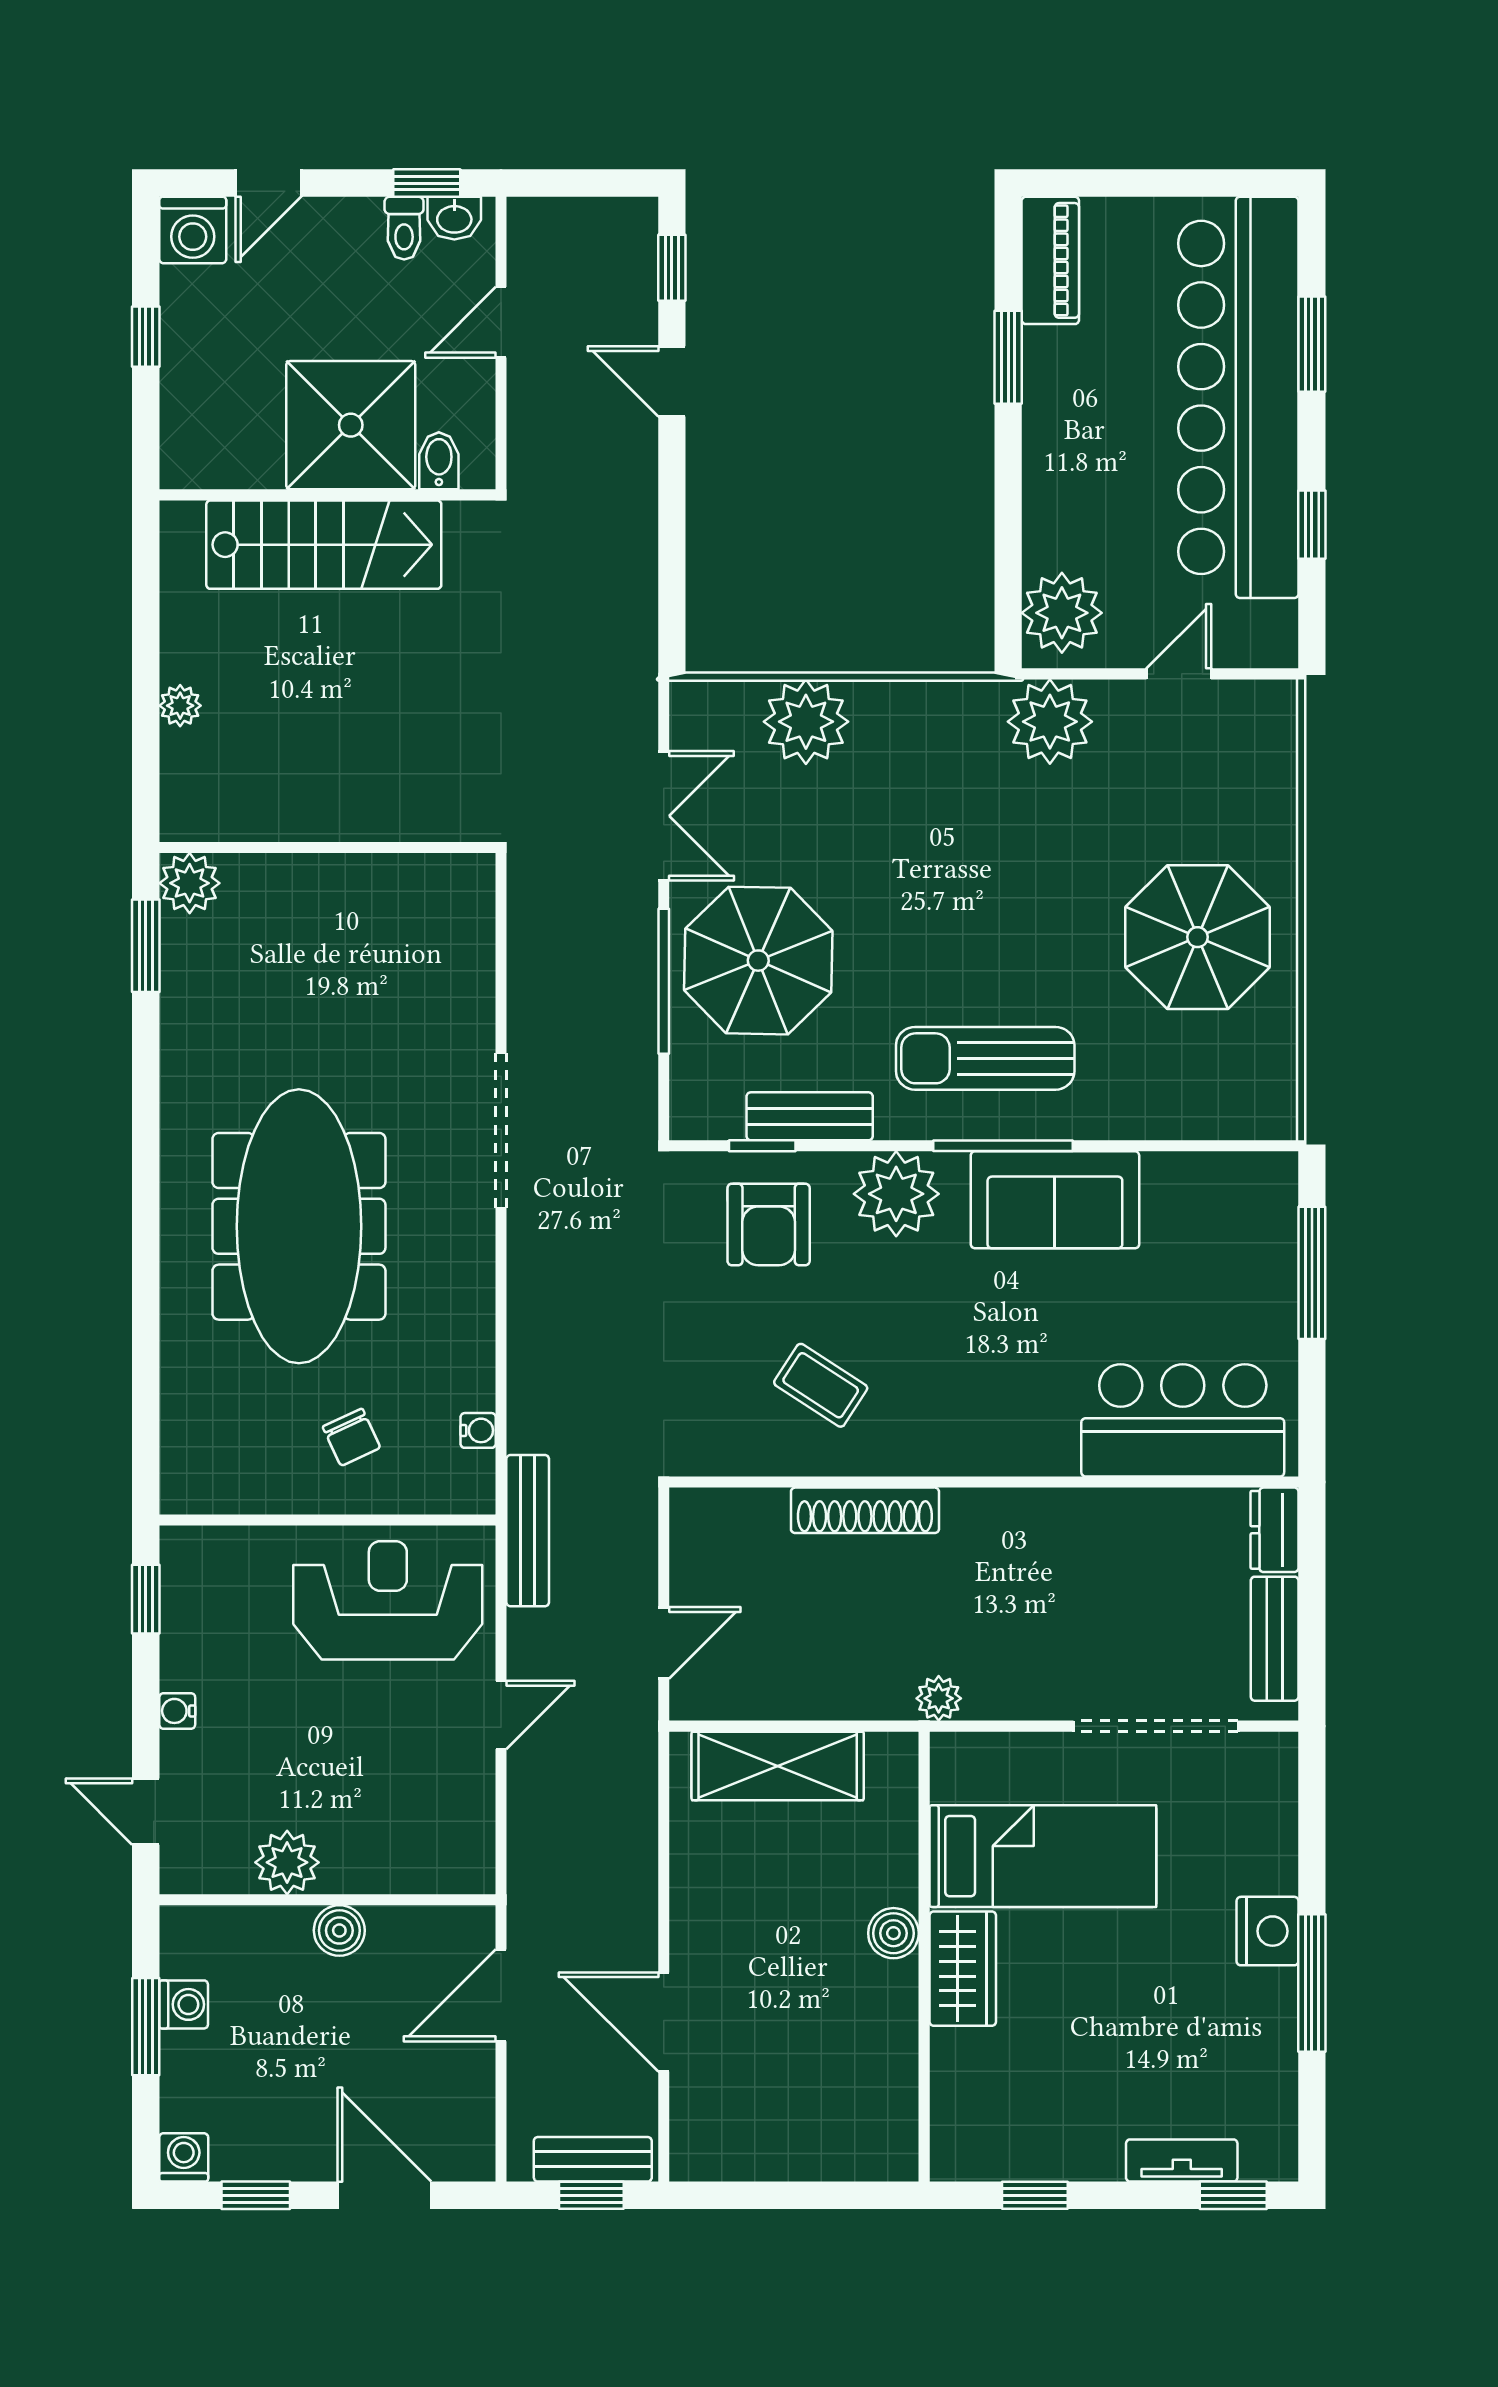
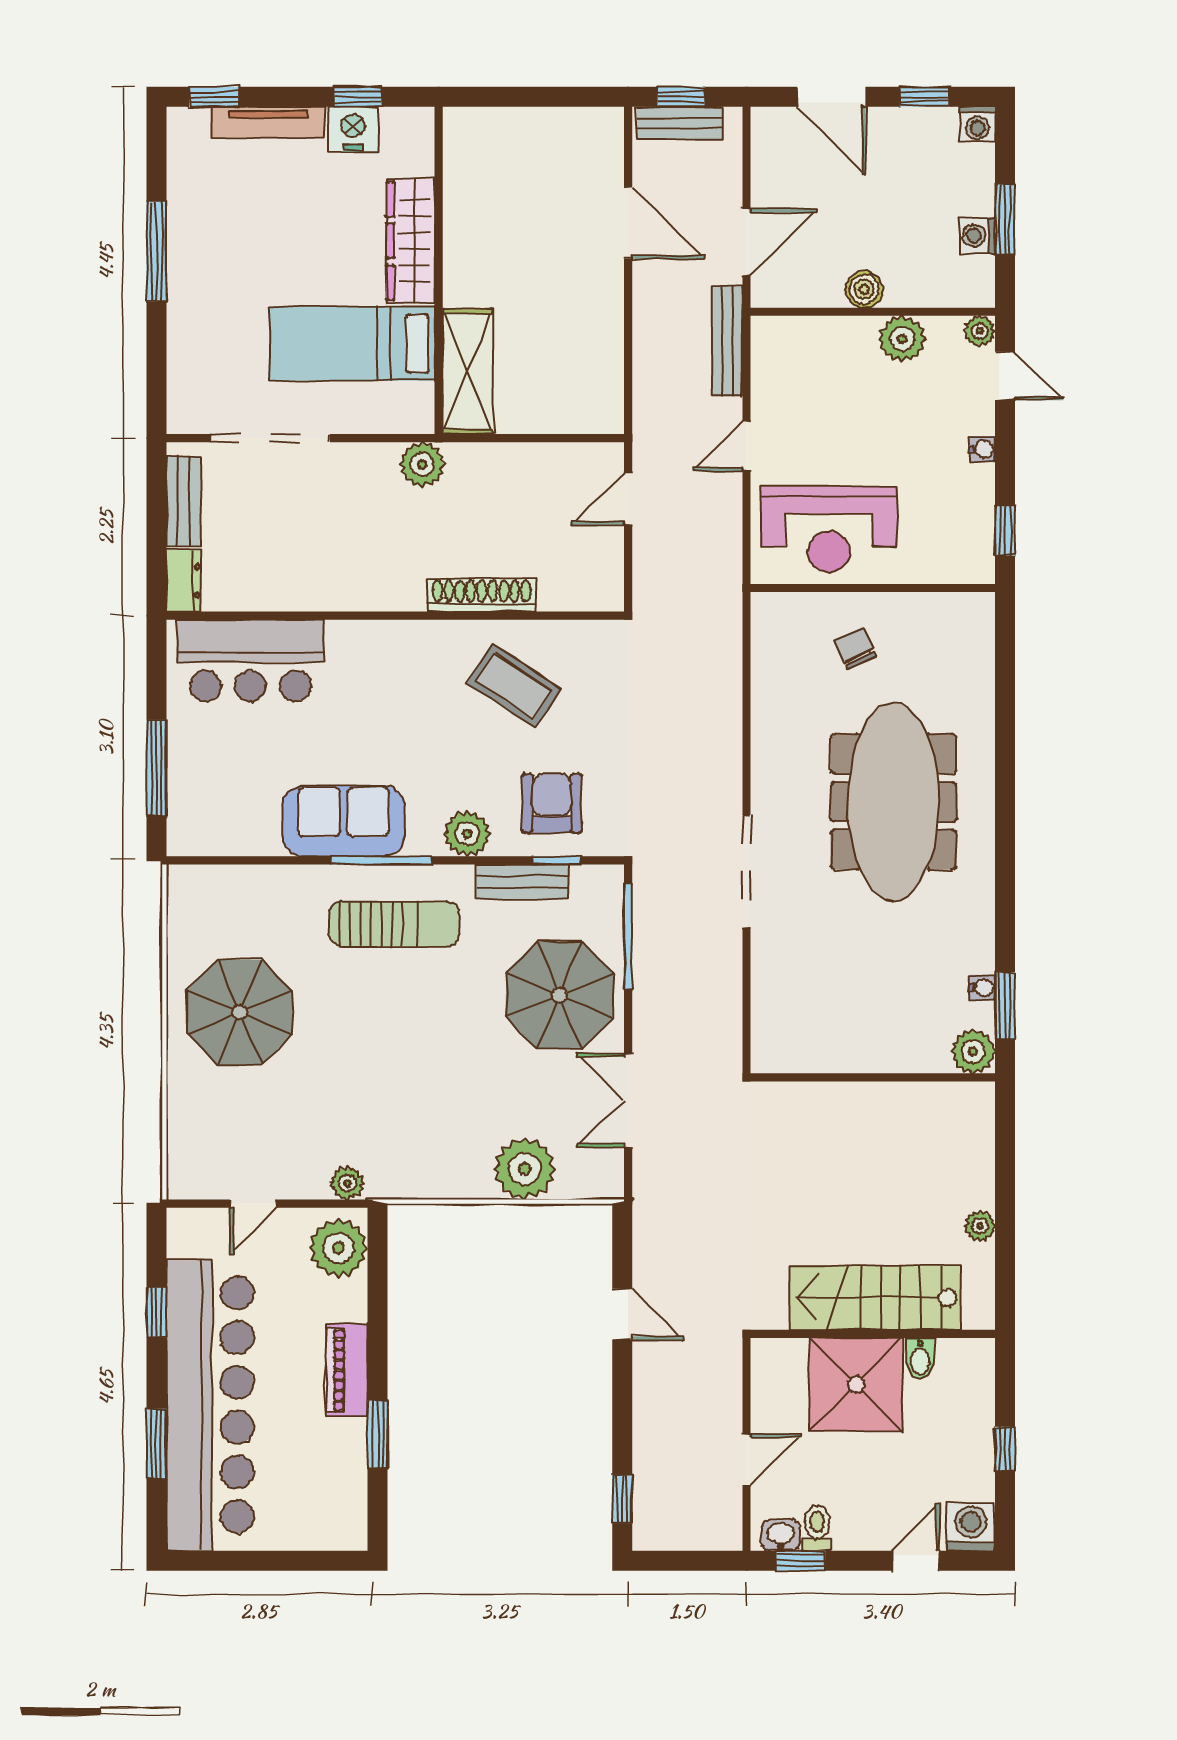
piano: (1050, 260) -> (347, 1370), moved
door: (672, 381) -> (622, 1314), moved
bidet: (439, 461) -> (920, 1359), moved
plant: (180, 706) -> (980, 1226), moved
plant: (1050, 722) -> (347, 1183), width x0.53, depth x0.53
window: (664, 981) -> (628, 936), moved
plant: (896, 1194) -> (467, 834), width x0.73, depth x0.73
coffee table: (821, 1385) -> (514, 686), width x1.36, depth x1.30
water cooler: (478, 1430) -> (982, 988), moved, turned 180
bench: (528, 1531) -> (727, 341), moved
plant: (939, 1698) -> (422, 464), width x1.38, depth x1.38
shelving: (778, 1766) -> (468, 372), moved, turned 90
plant: (180, 1873) -> (980, 331), added
nightstand: (1268, 1931) -> (353, 129), moved, turned 90
boiler: (893, 1933) -> (461, 287), removed
wardrobe: (963, 1969) -> (411, 241), width x1.50
tv unit: (1182, 2161) -> (268, 122), width x1.41

